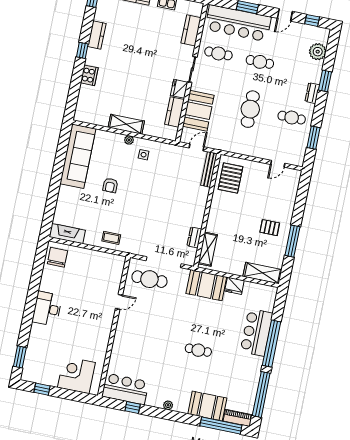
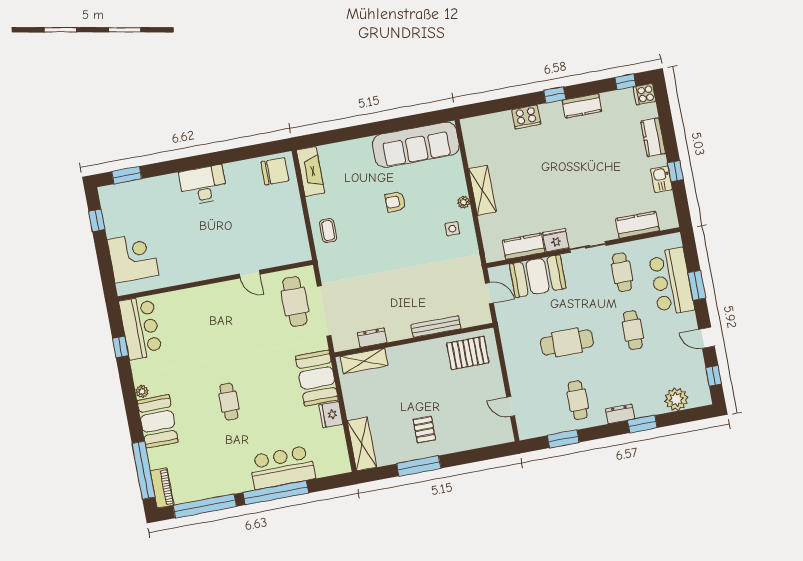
bar counter: (238, 23) -> (671, 282), width x0.73
bench: (209, 169) -> (436, 326), moved
booth: (207, 406) -> (158, 421), moved

